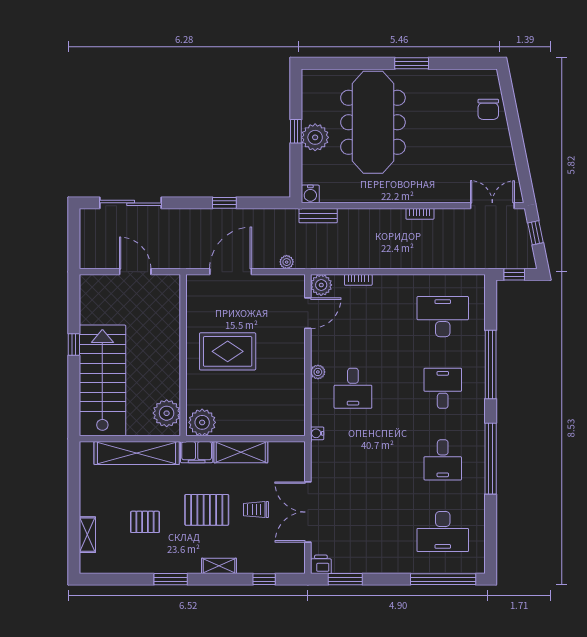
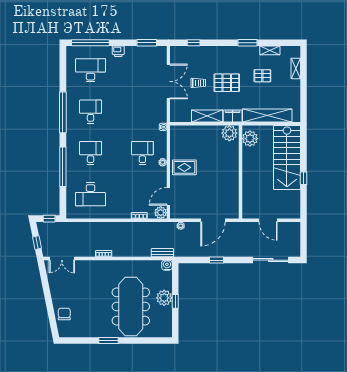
rug: (228, 351) -> (184, 167), moved, width x0.73, depth x0.70
desk: (443, 388) -> (91, 153), turned 180
printer: (321, 564) -> (118, 51), moved
shelving: (219, 566) -> (270, 50), moved

